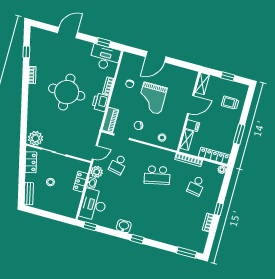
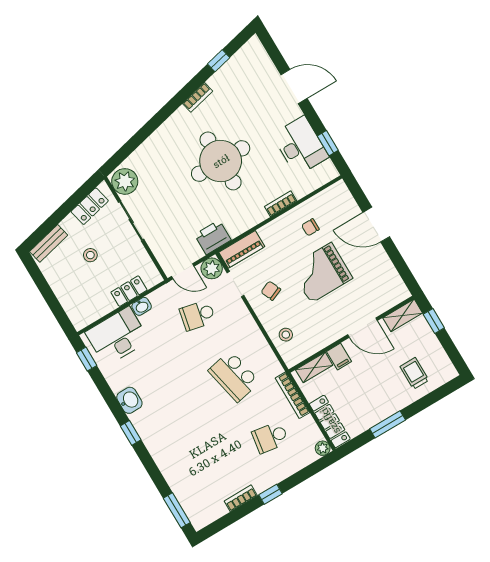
desk: (105, 58) -> (300, 146), moved
window: (228, 76) -> (434, 321), moved
printer: (100, 102) -> (213, 237), moved
plant: (97, 172) -> (212, 268), moved

